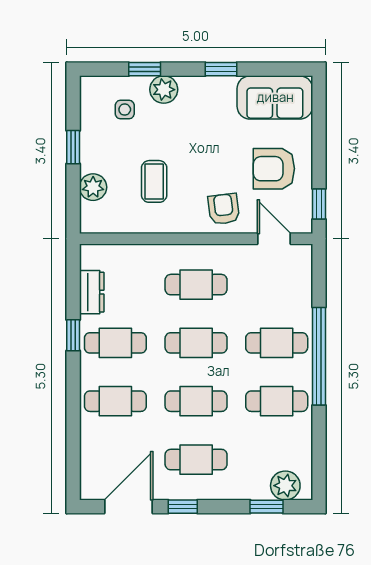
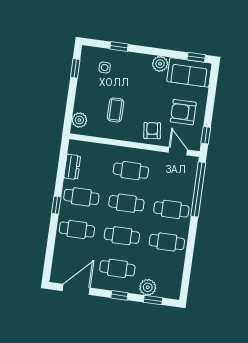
window: (221, 69) -> (196, 57), moved
plant: (164, 90) -> (160, 64), moved
window: (73, 147) -> (75, 68), moved
plant: (93, 187) -> (79, 120), moved
window: (73, 335) -> (56, 205), moved
window: (319, 356) -> (198, 189), moved
plant: (285, 486) -> (148, 287), moved
window: (183, 507) -> (119, 295), moved

